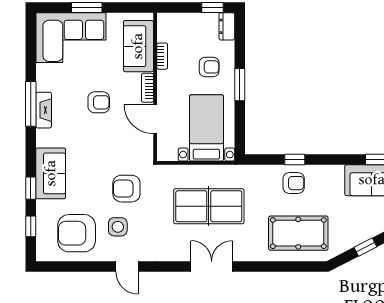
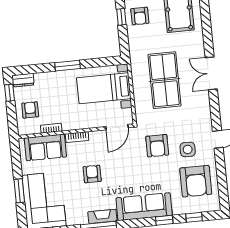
armchair: (209, 67) -> (30, 110), moved
door: (155, 119) -> (117, 127), moved
sofa: (51, 173) -> (144, 207), width x1.36
armchair: (294, 183) -> (140, 16), turned 180

